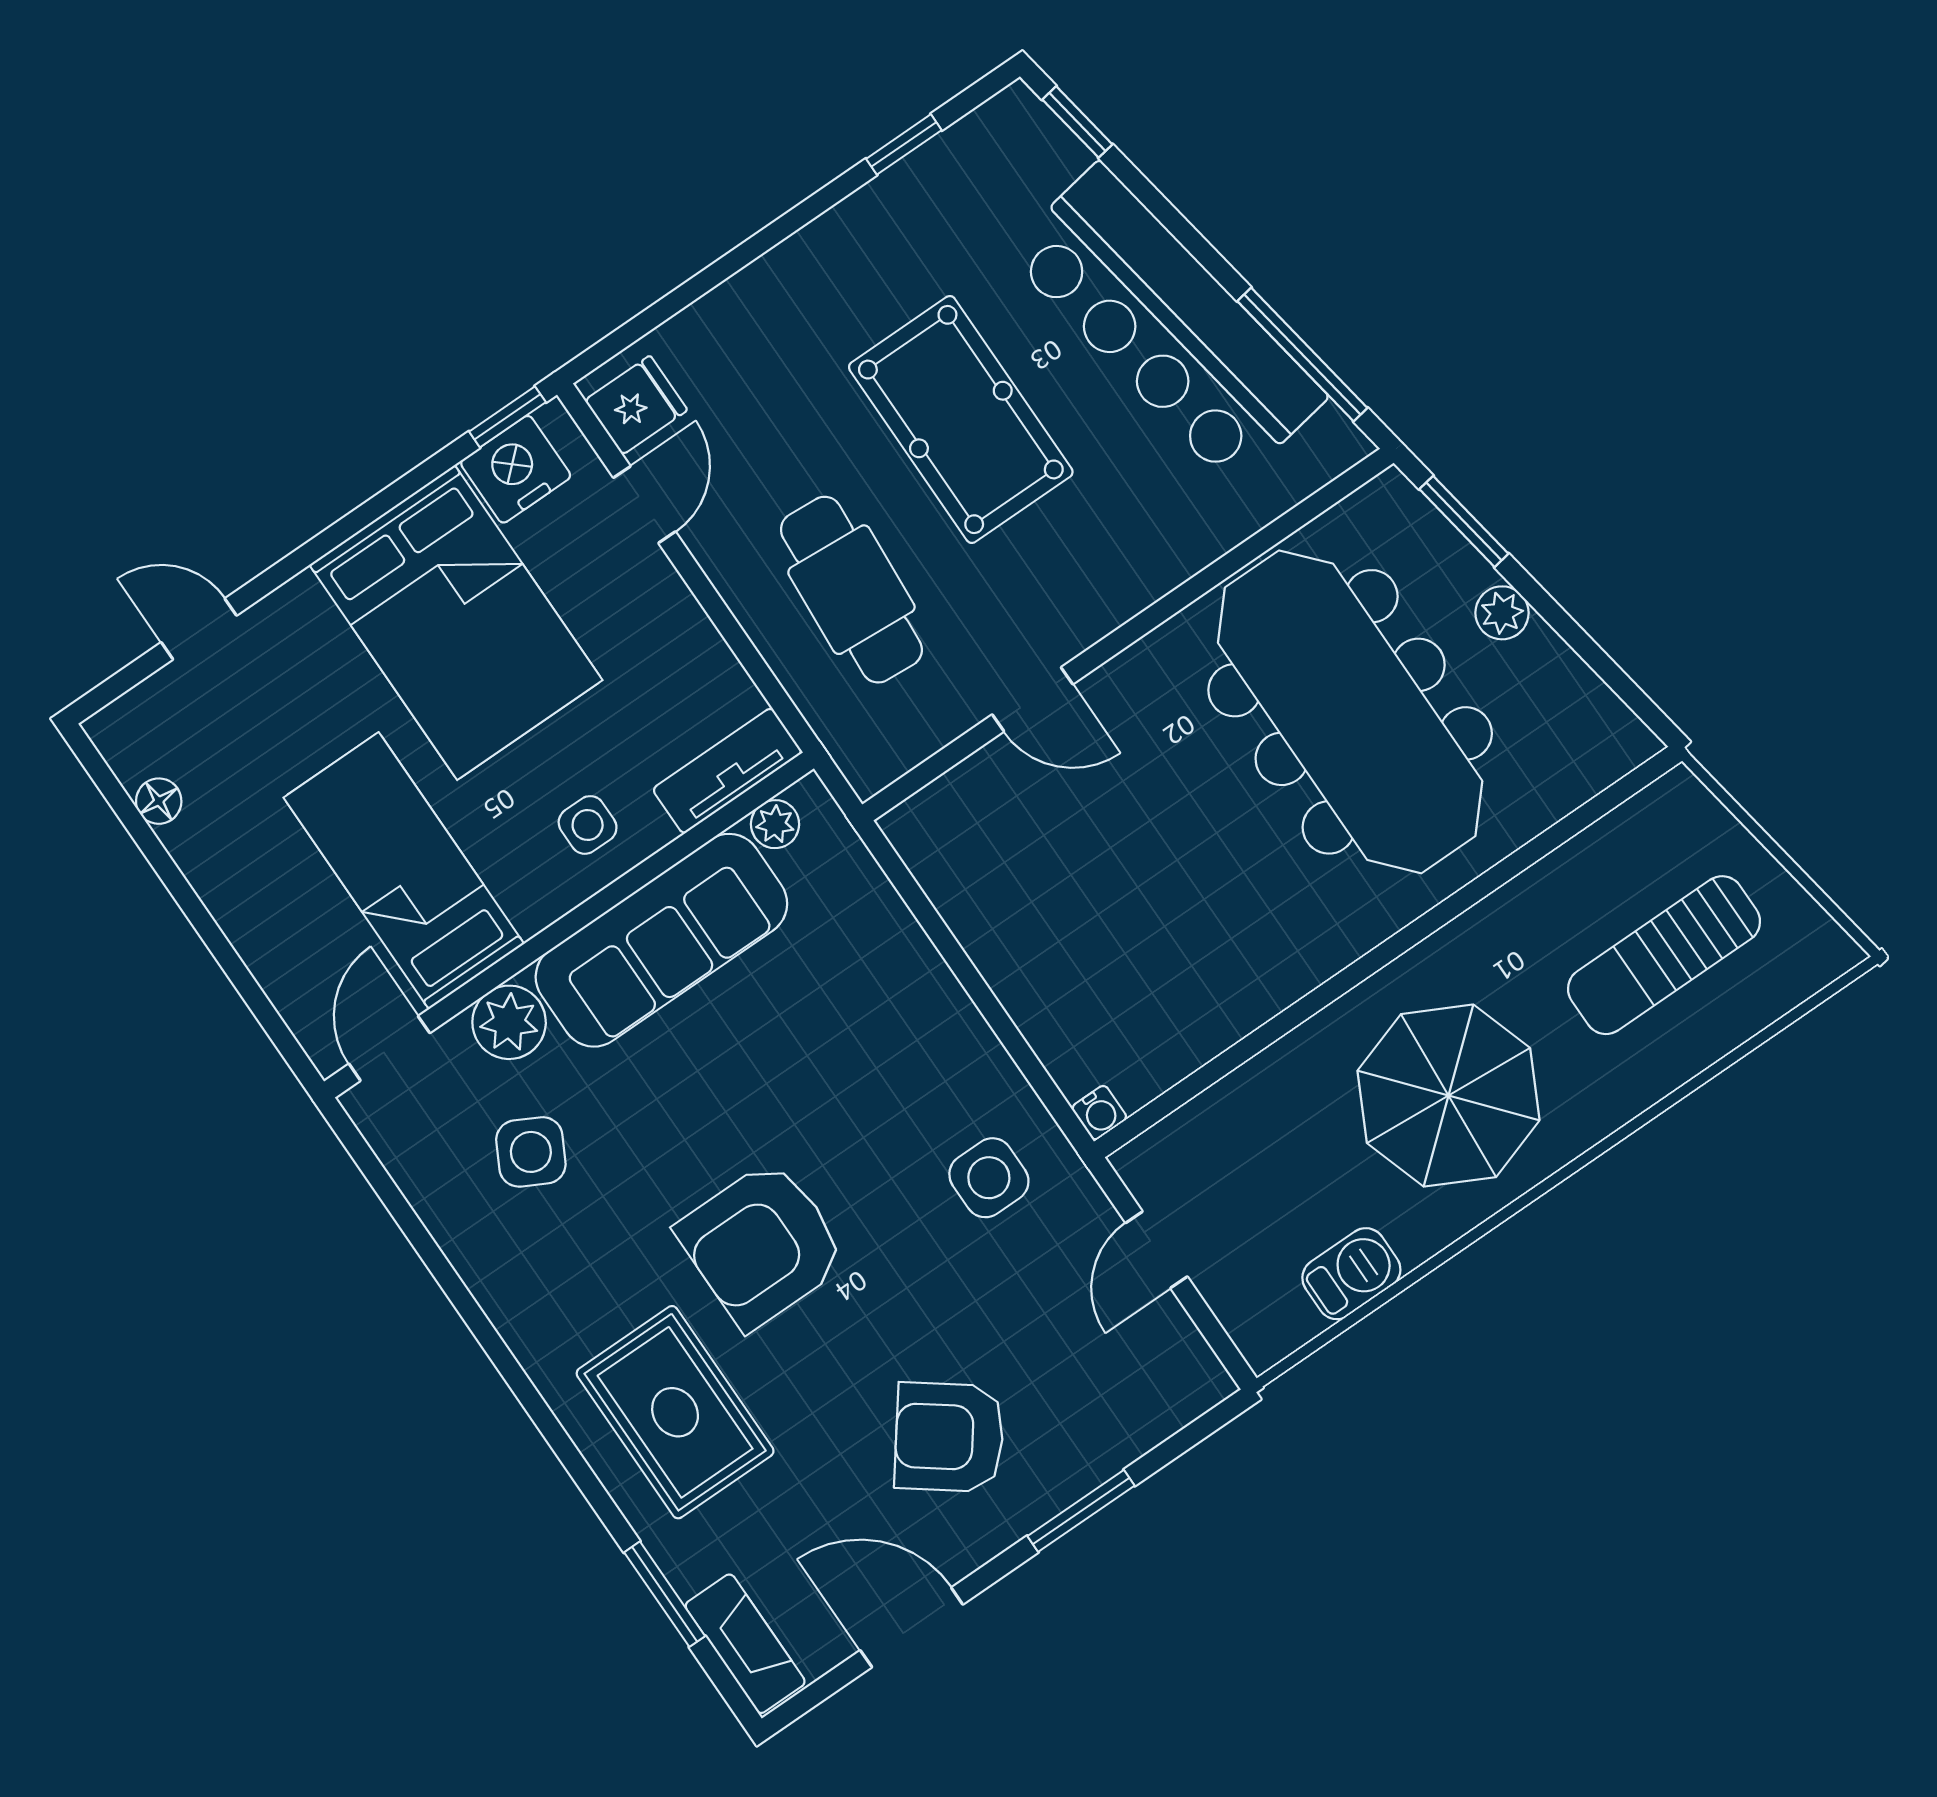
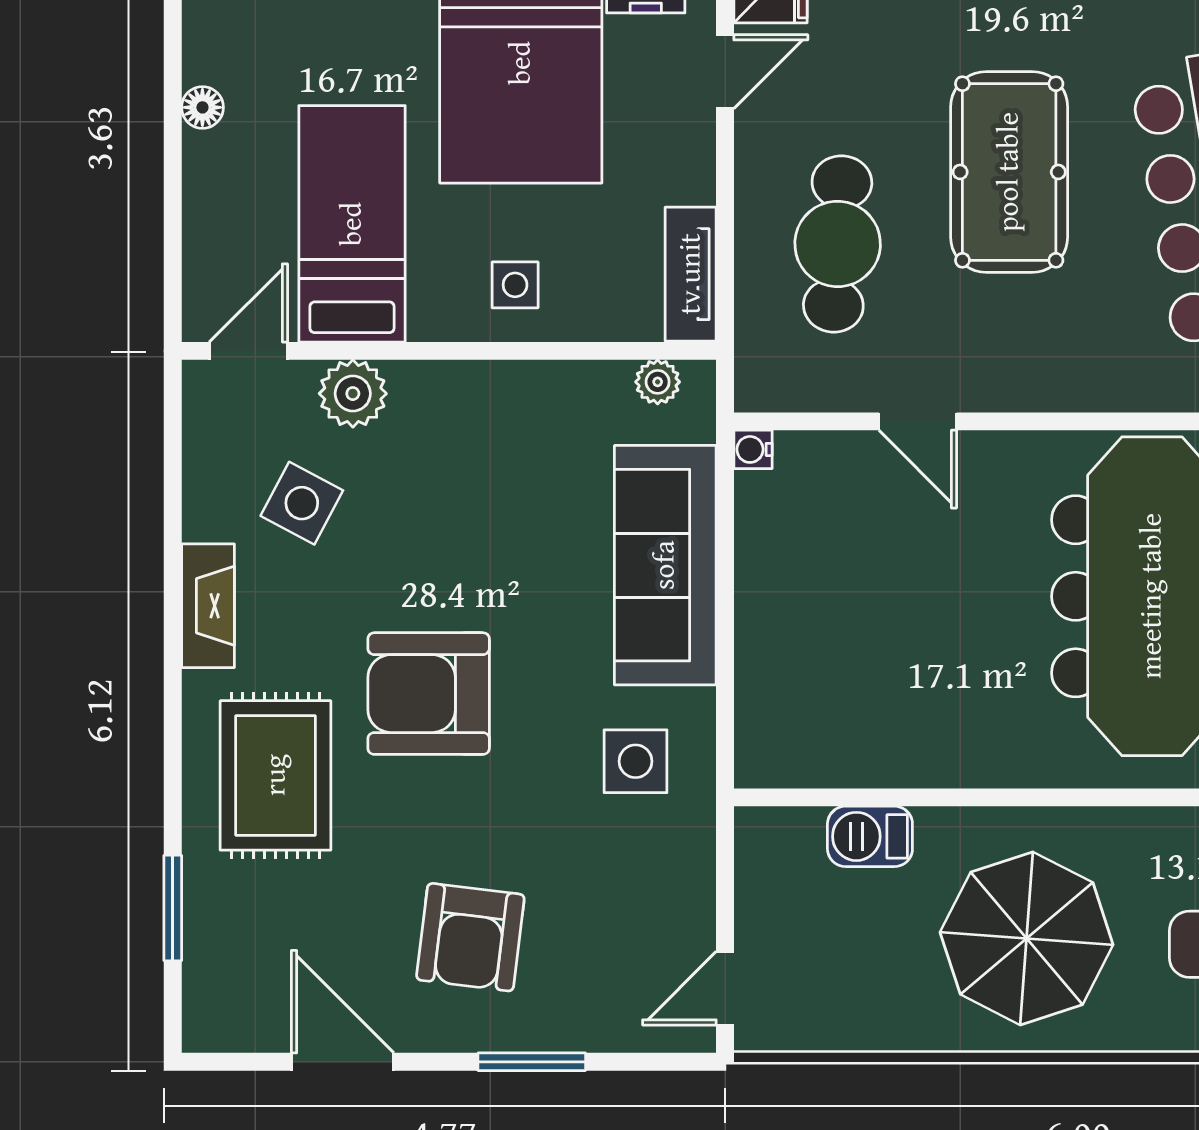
tv unit: (727, 771) -> (691, 274), moved, turned -90
floor lamp: (159, 801) -> (202, 107), moved
sofa: (661, 940) -> (665, 565), moved, turned 90
water cooler: (1099, 1113) -> (753, 449), moved, turned 90
door: (1157, 1250) -> (725, 988), moved
barbecue: (1351, 1274) -> (870, 836), moved, turned 180
armchair: (949, 1437) -> (470, 937), turned -120
fireplace: (745, 1644) -> (208, 606), moved

